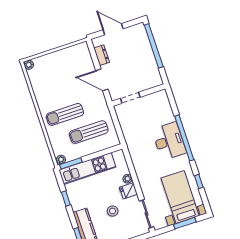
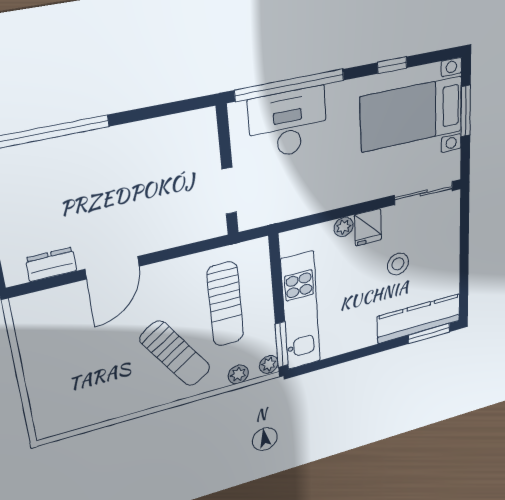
plant: (29, 65) -> (238, 374), moved
wall: (138, 95) -> (227, 171), moved
doorway: (130, 98) -> (229, 191), moved
sun lounger: (65, 114) -> (175, 354), turned -34
window: (66, 199) -> (348, 357), removed

